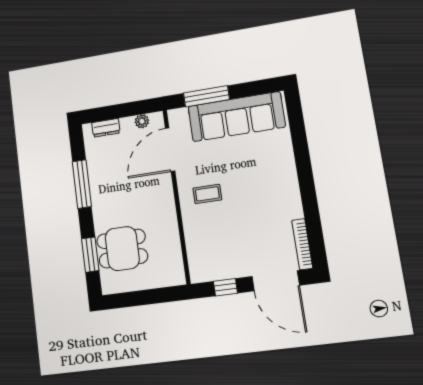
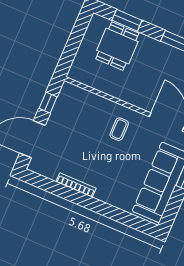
bookcase: (302, 244) -> (76, 185), moved

